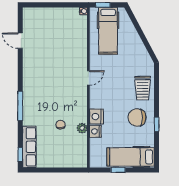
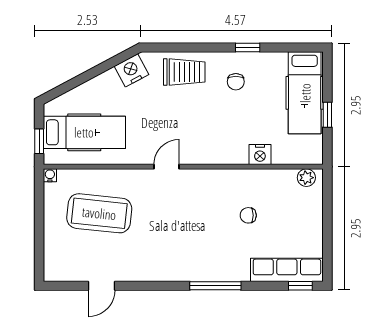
coffee table: (62, 39) -> (99, 213), added
door: (88, 78) -> (167, 167), hinge flipped
nightstand: (96, 117) -> (131, 70), moved, turned 152
chair: (137, 118) -> (236, 82), width x0.54, depth x0.54
plant: (82, 128) -> (306, 178), moved

